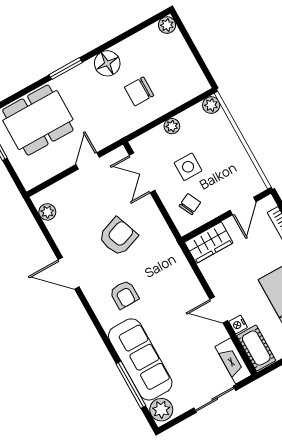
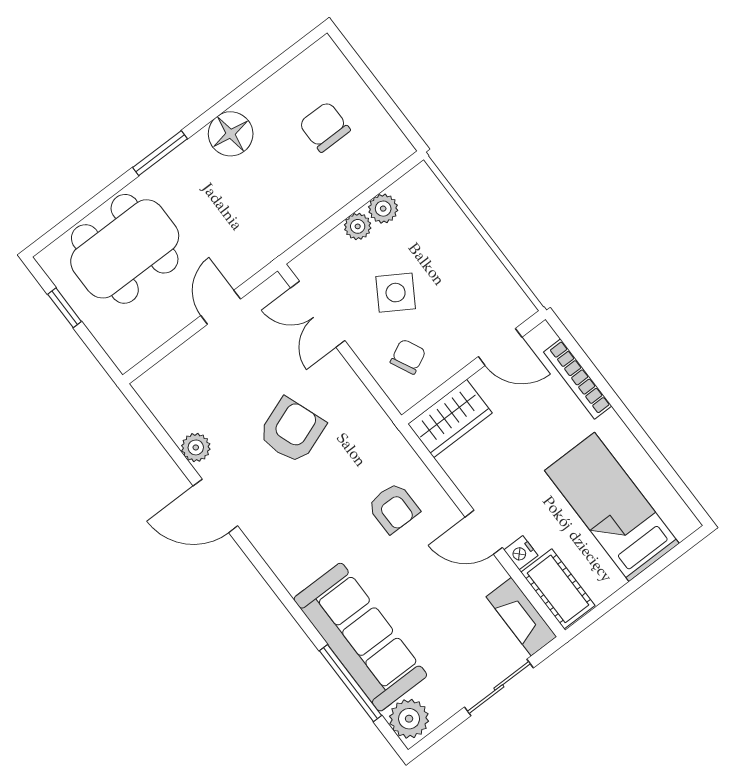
plant: (167, 25) -> (324, 53), removed
chair: (139, 91) -> (325, 127), moved, turned 90
plant: (211, 105) -> (383, 209), moved
side table: (188, 167) -> (396, 293), turned 32
door: (243, 206) -> (500, 347), hinge flipped
plant: (47, 212) -> (196, 447), moved
armchair: (124, 295) -> (394, 508), moved

